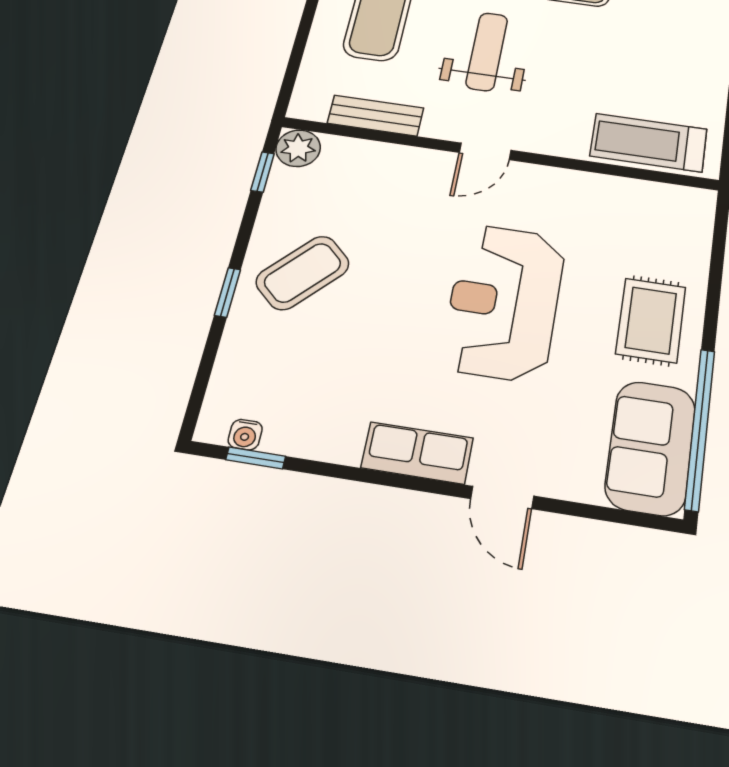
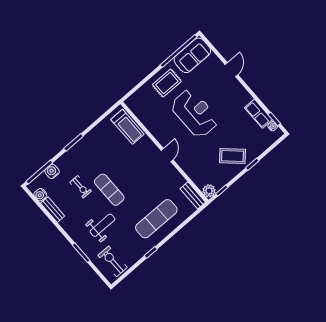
weight bench: (487, 52) -> (143, 183), removed
bench: (375, 116) -> (193, 195), moved
door: (485, 151) -> (167, 155), hinge flipped
reception desk: (504, 302) -> (195, 113), turned -90
row of seats: (417, 453) -> (258, 114), moved

